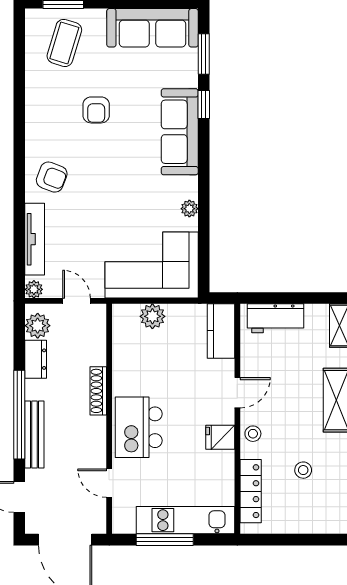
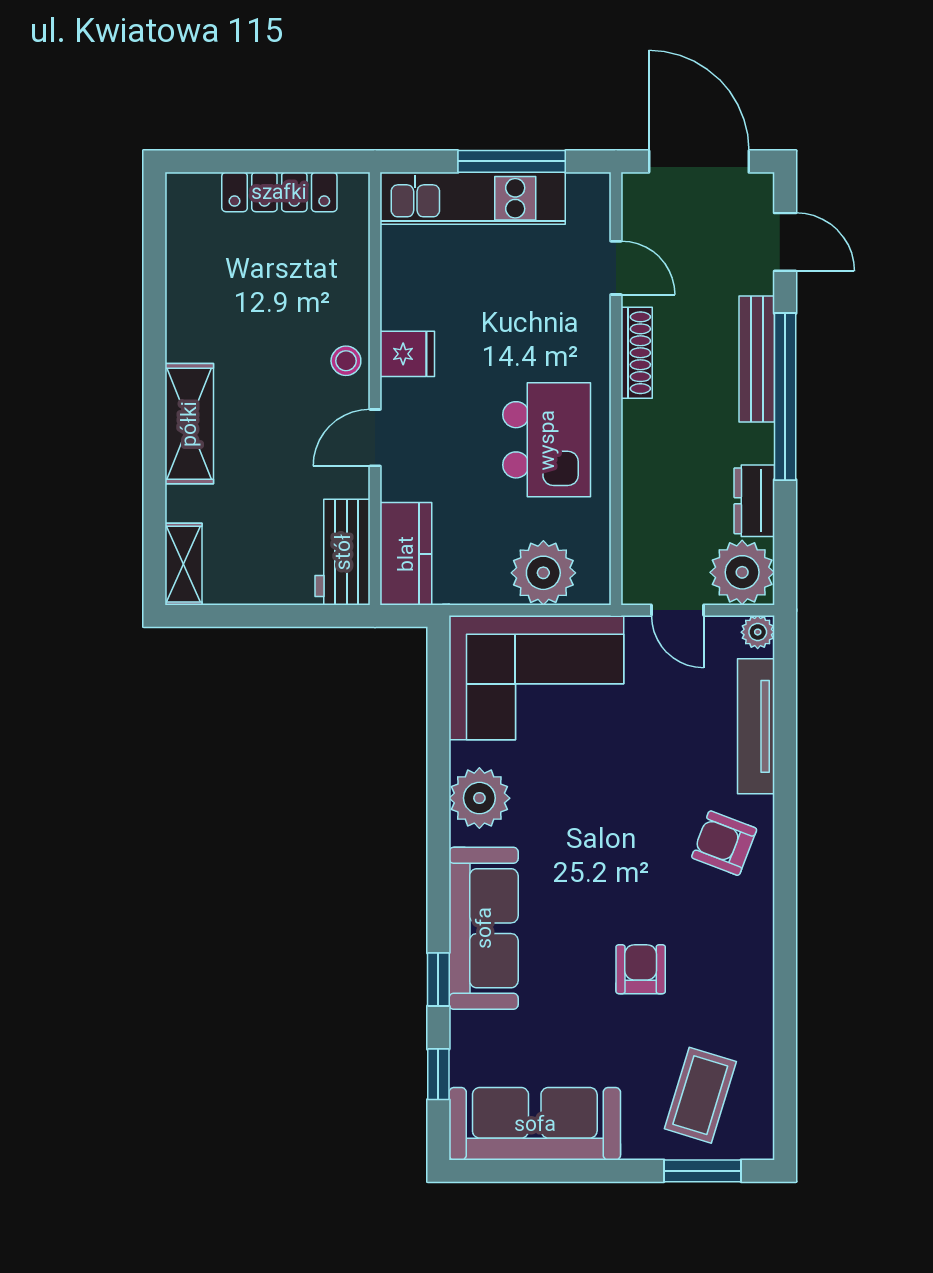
window: (204, 54) -> (438, 1074), width x0.67
plant: (189, 209) -> (479, 798), width x1.87, depth x1.87
plant: (152, 316) -> (543, 573), width x1.36, depth x1.36
workbench: (276, 318) -> (343, 552), moved, turned -90
plant: (38, 326) -> (742, 572), width x1.36, depth x1.36
shoe rack: (98, 391) -> (637, 353), moved
kitchen island: (139, 427) -> (547, 440), moved
stool: (303, 470) -> (251, 292), removed
locker: (251, 491) -> (279, 192), moved, turned -90

